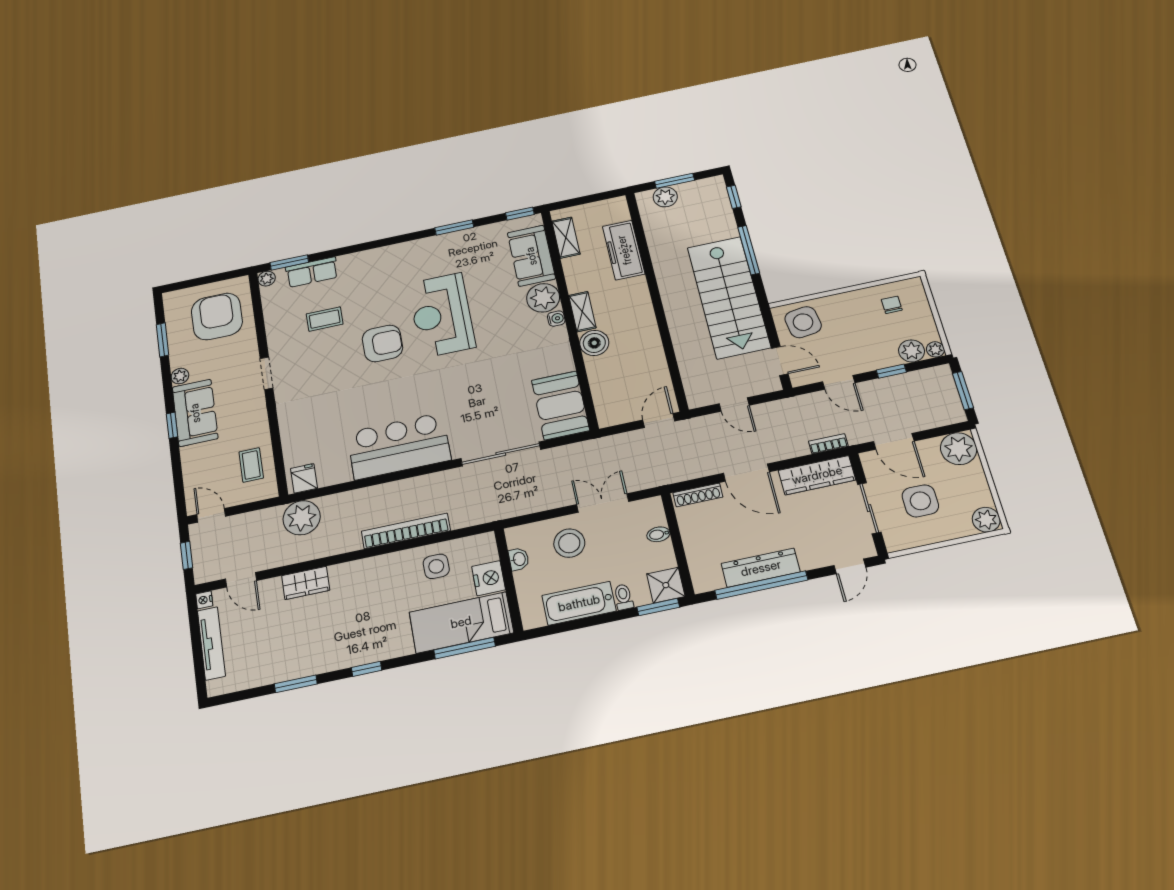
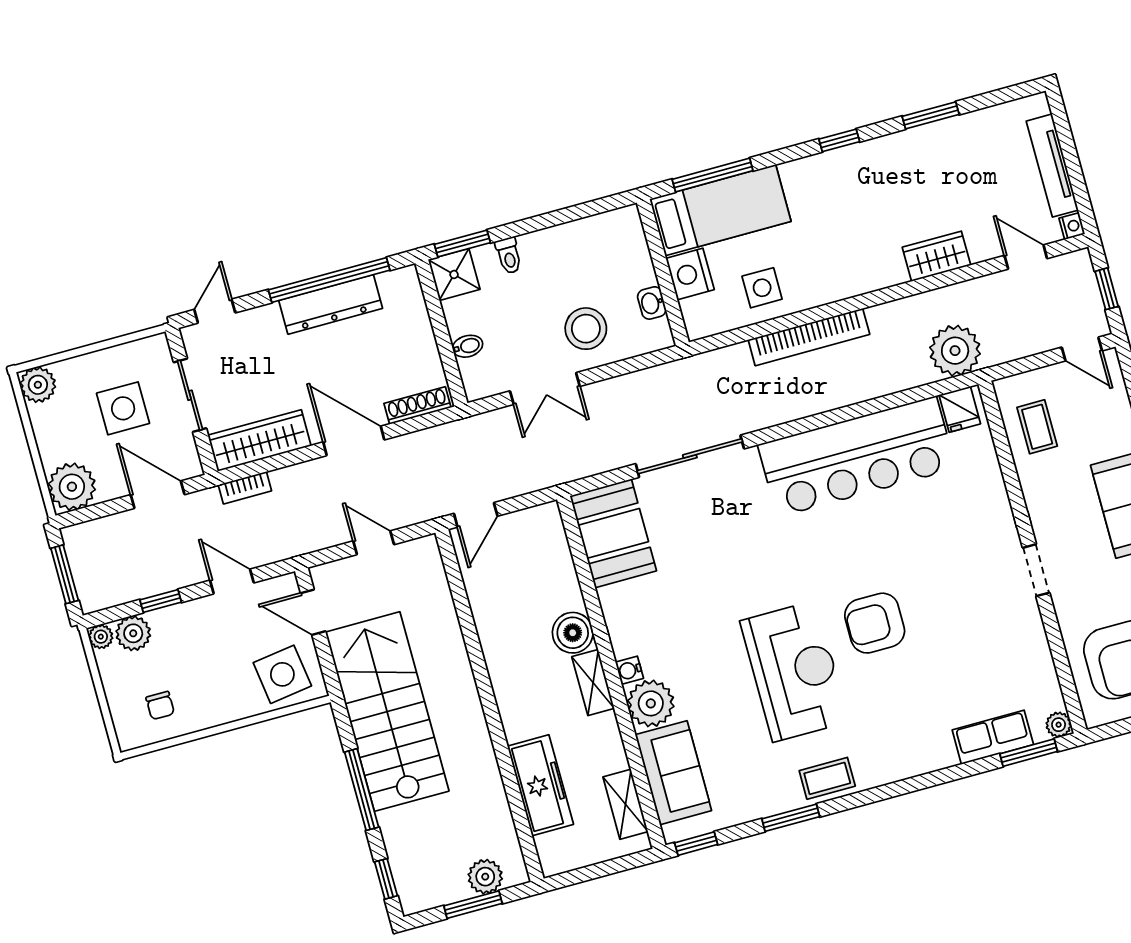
coffee table: (325, 319) -> (827, 778), moved
bar counter: (399, 446) -> (857, 457), width x1.36
bathtub: (579, 603) -> (567, 244), removed

